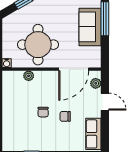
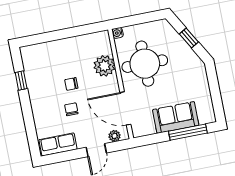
plant: (29, 76) -> (104, 66), width x1.88, depth x1.88

